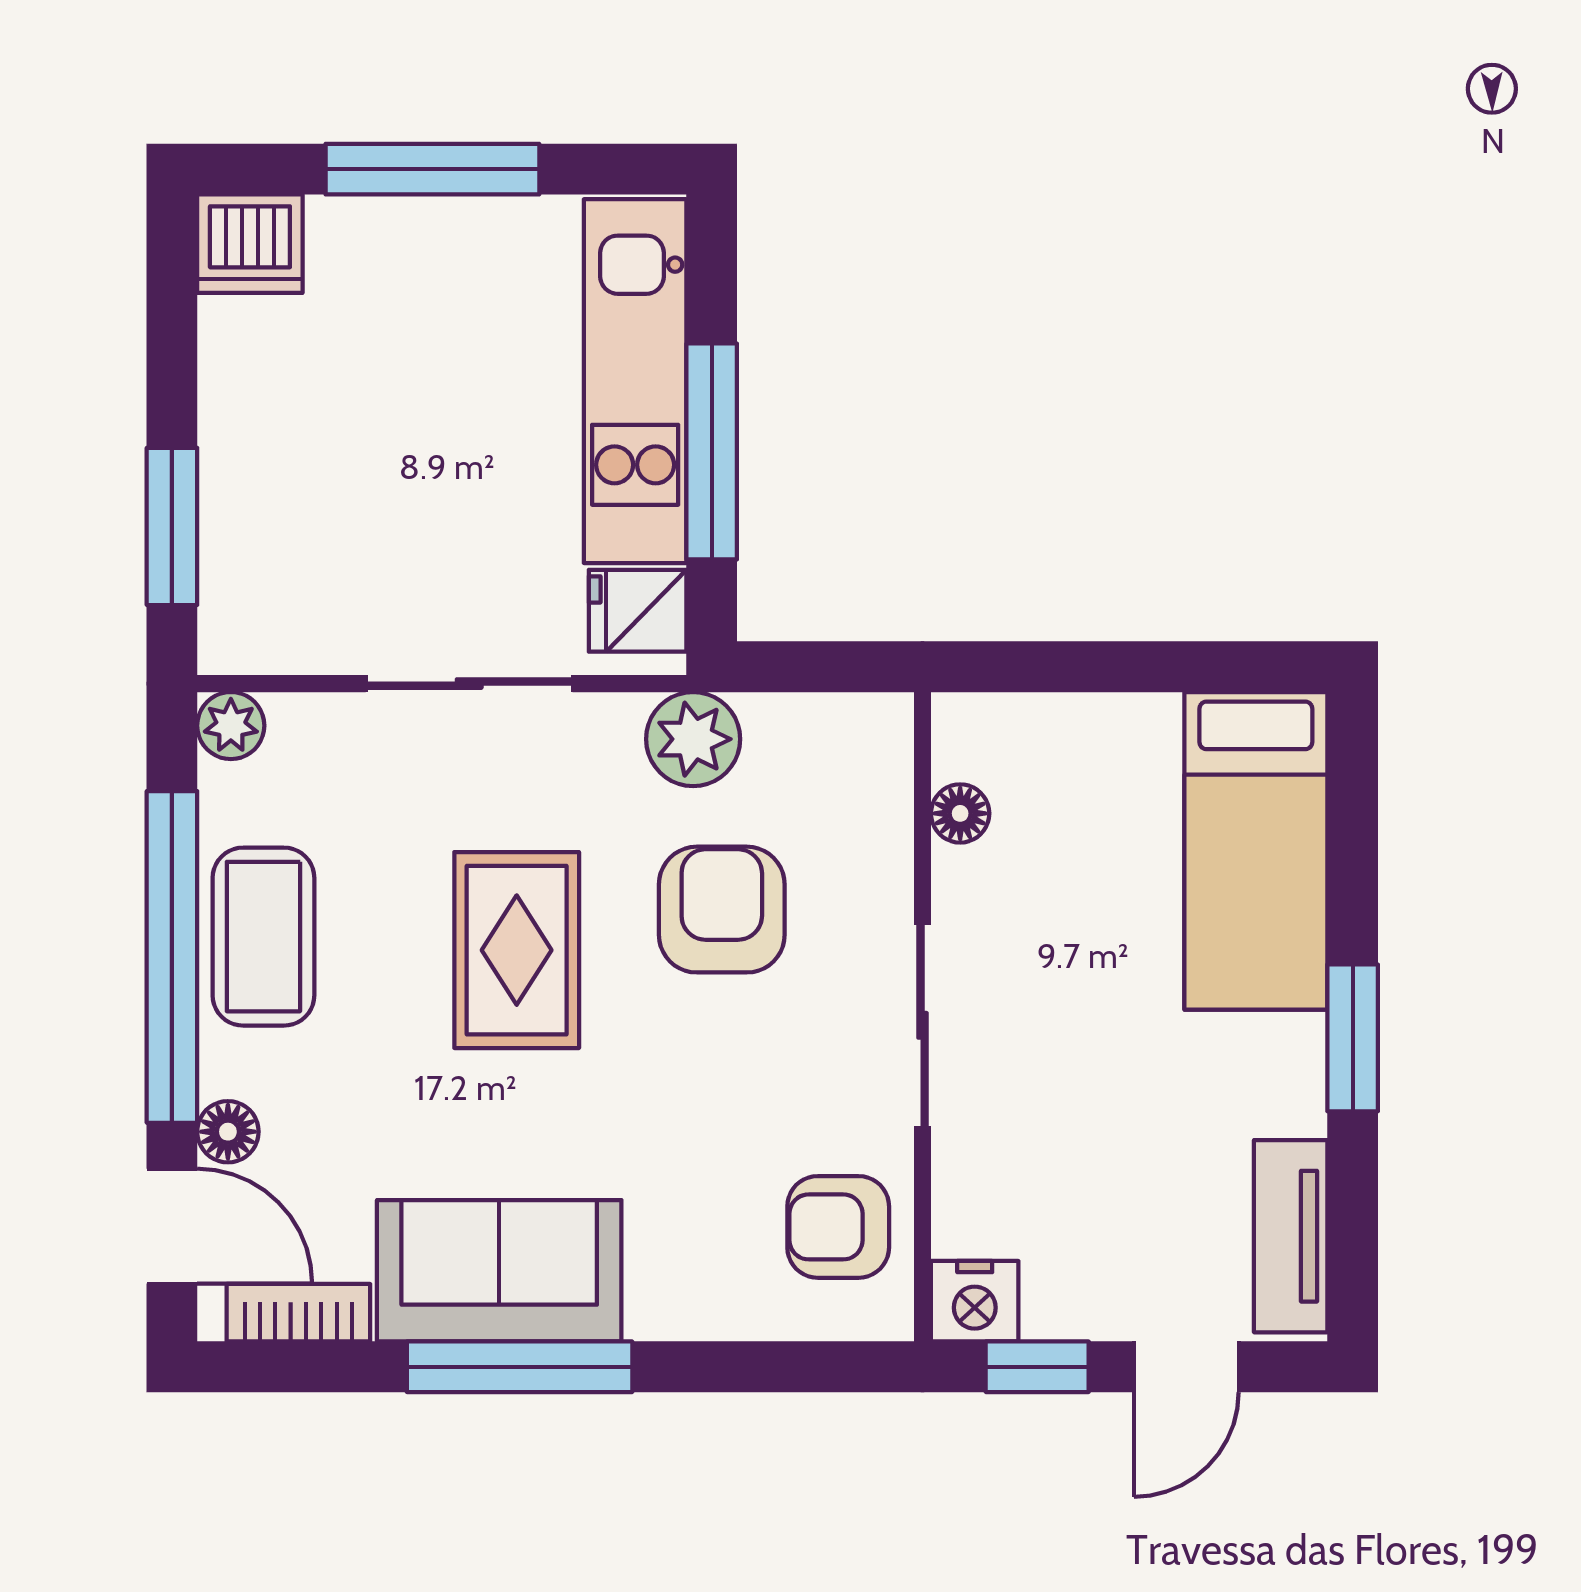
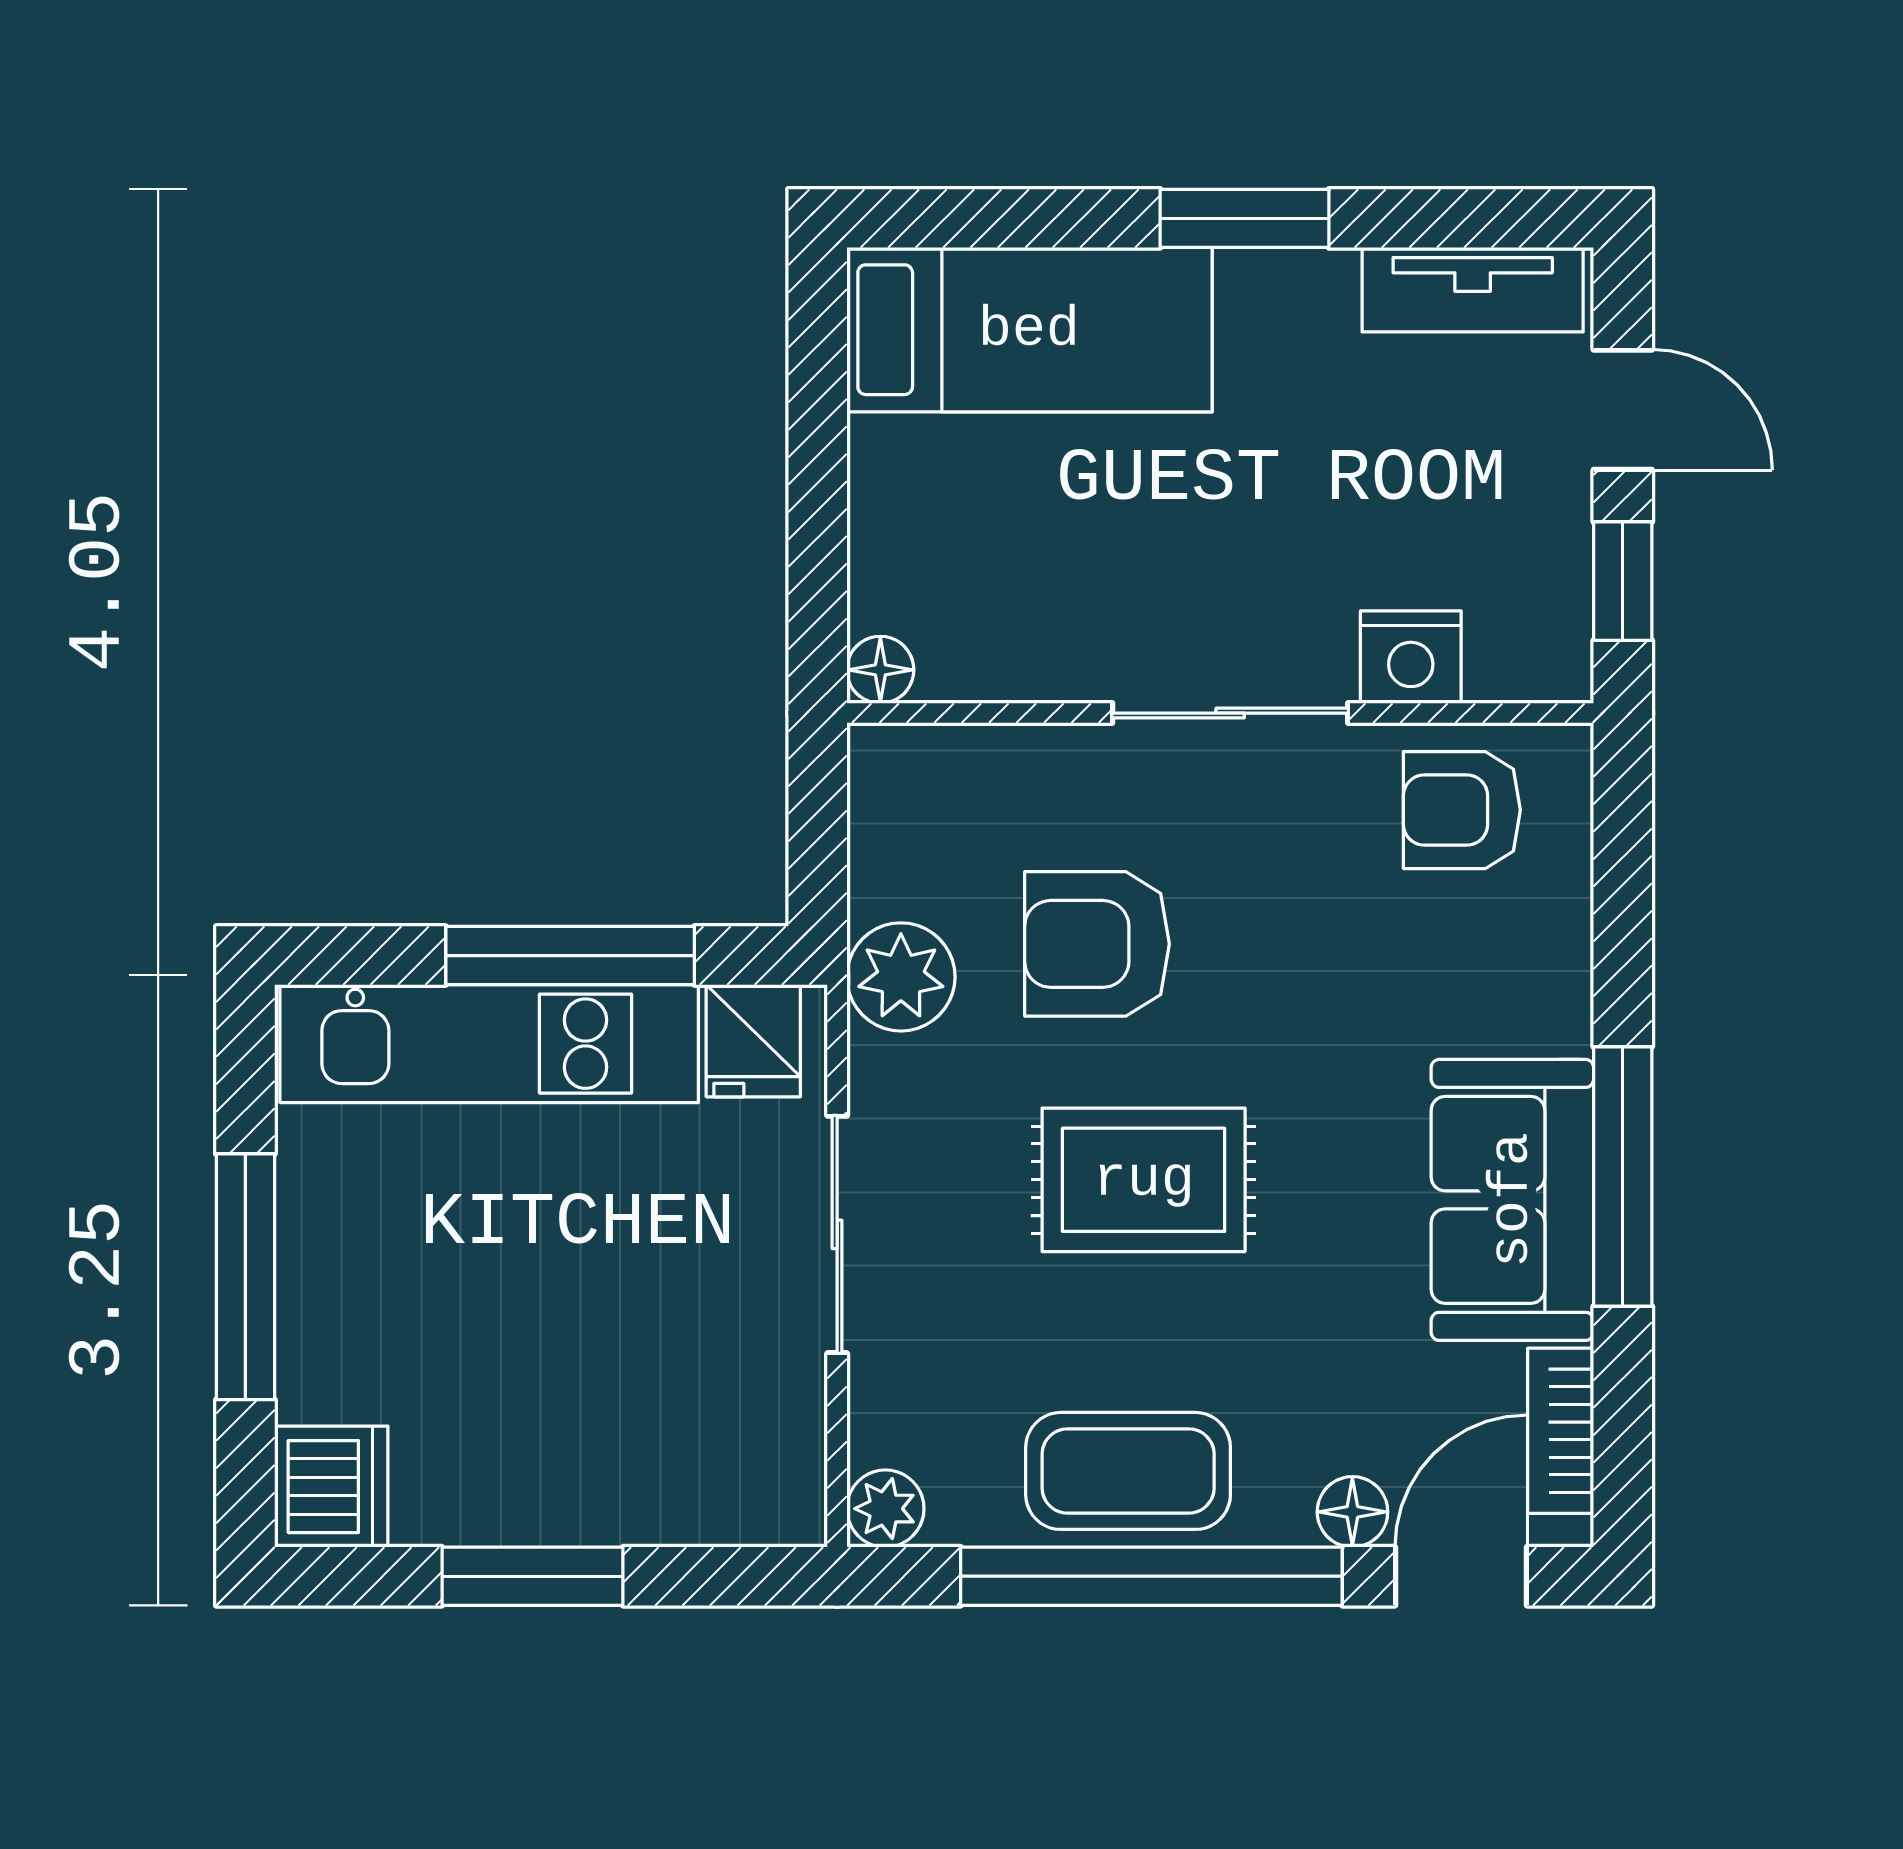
window: (172, 526) -> (533, 1576), moved
floor lamp: (960, 813) -> (880, 670), moved
armchair: (838, 1227) -> (1462, 810), turned 90
nightstand: (975, 1301) -> (1411, 657), moved, turned 90

